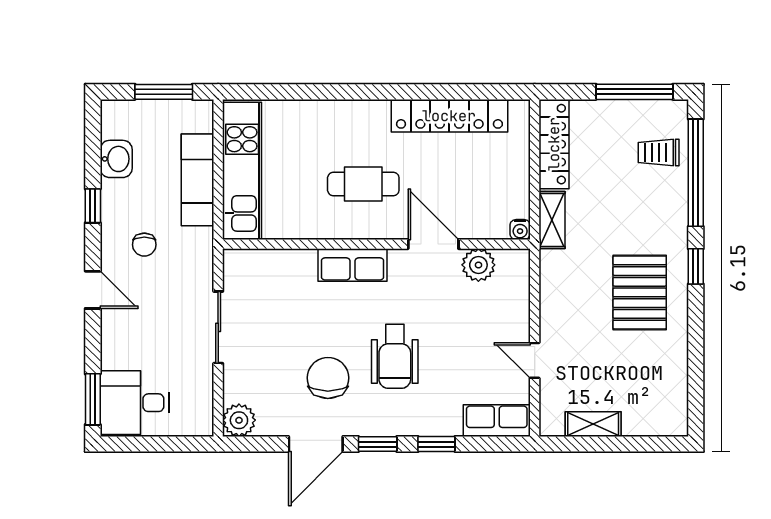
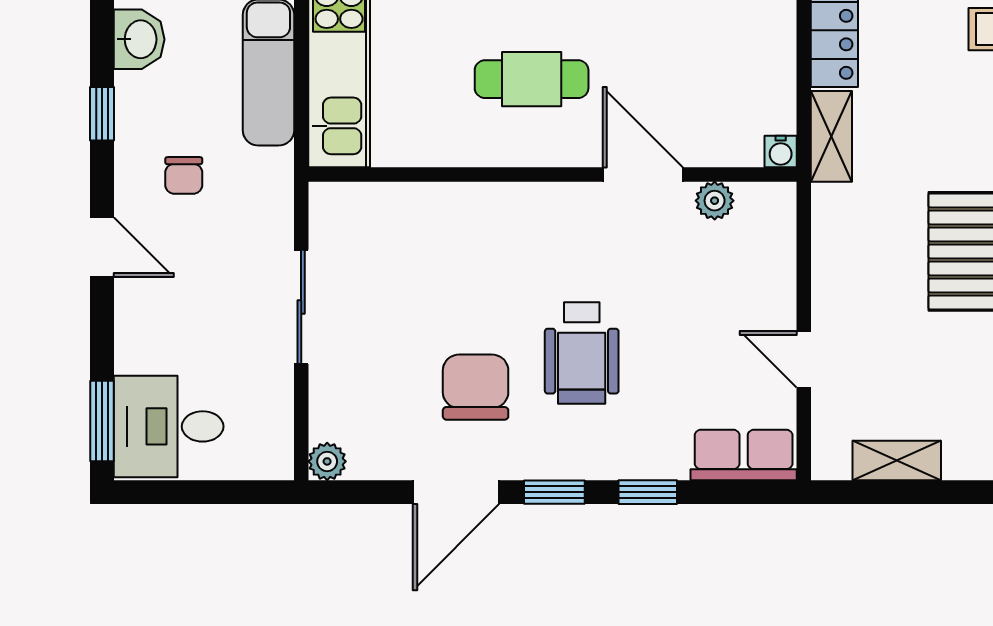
row of seats: (352, 265) -> (514, 208), removed
plant: (478, 265) -> (715, 201), width x0.73, depth x0.73
plant: (239, 420) -> (327, 461), width x0.73, depth x0.73

